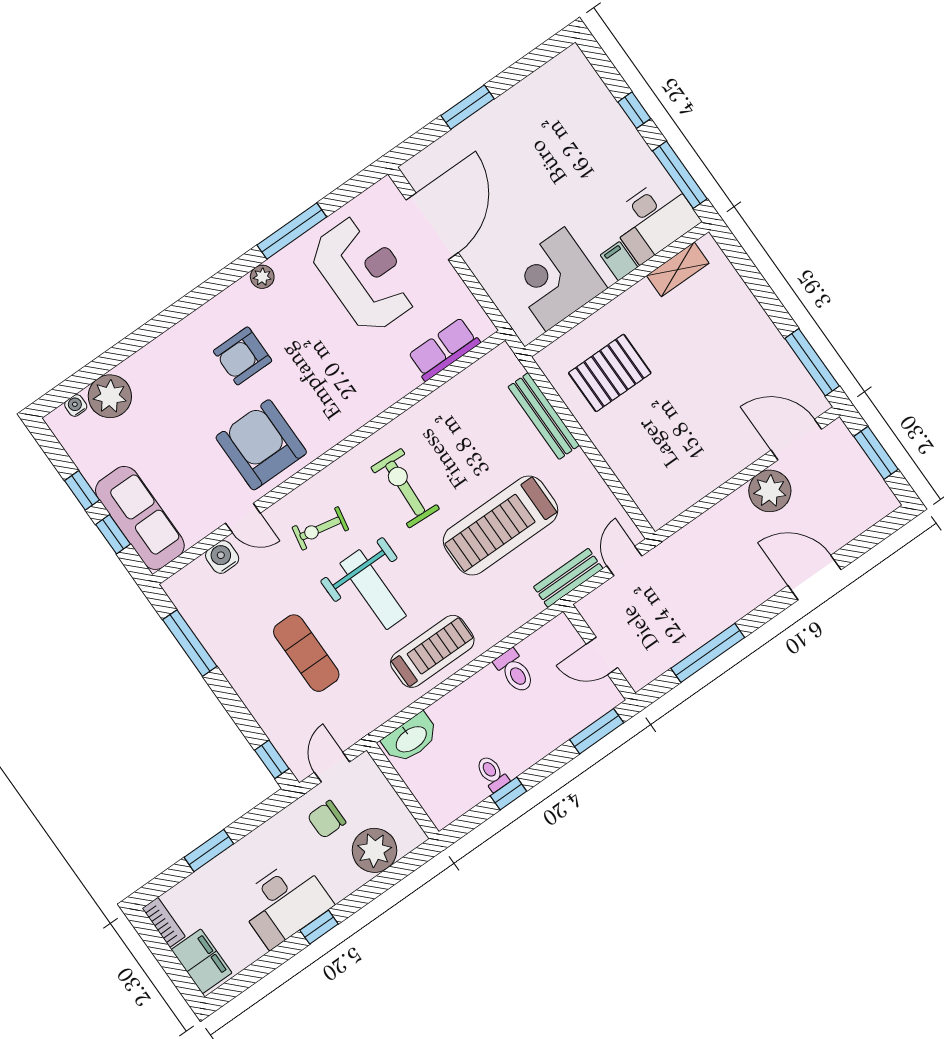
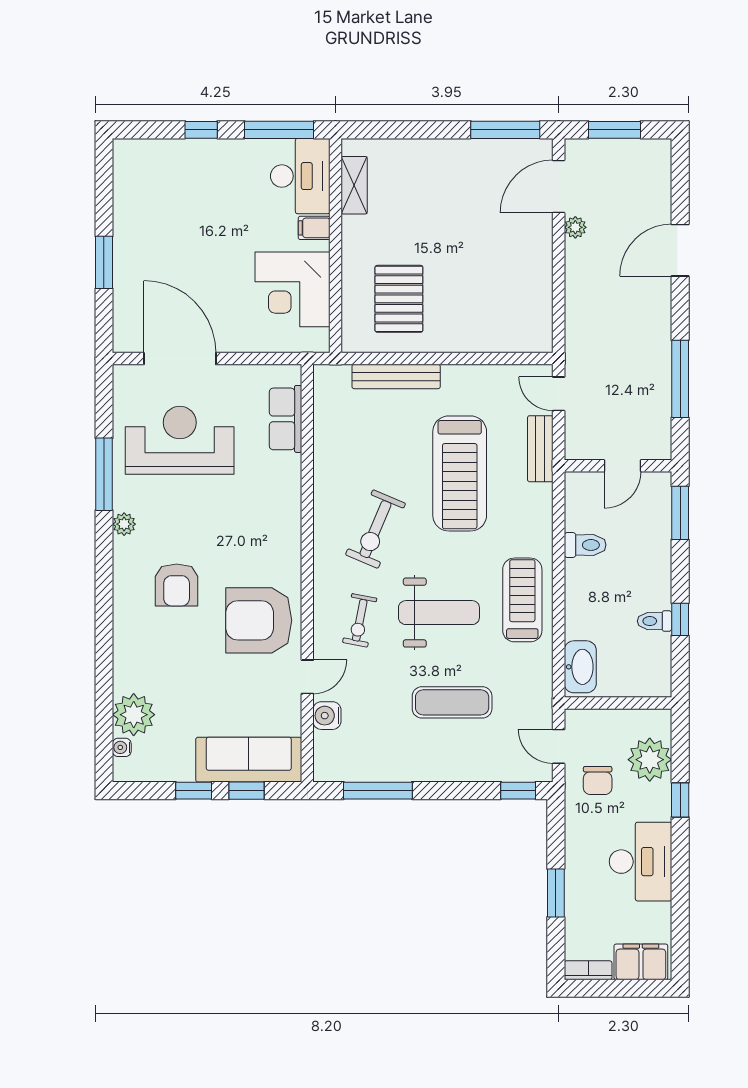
exercise bike: (405, 488) -> (375, 529), turned -70
plant: (770, 491) -> (575, 227), width x0.53, depth x0.53
window: (319, 927) -> (680, 800), moved

